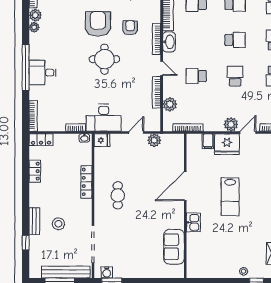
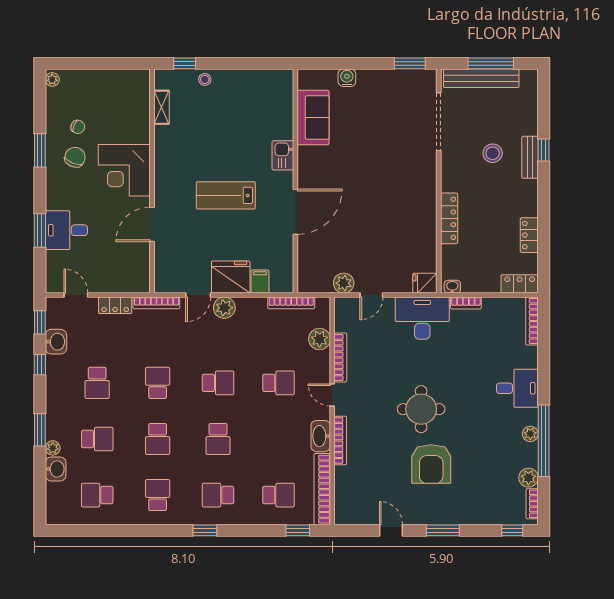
plant: (34, 27) -> (530, 434), moved
armchair: (130, 28) -> (381, 458), removed
school desk: (235, 40) -> (218, 439), turned -90
window: (26, 68) -> (544, 441), moved
school desk: (235, 76) -> (218, 383), turned -90
cafe table: (118, 195) -> (400, 197), removed
lab bench: (230, 197) -> (226, 195), turned -90
window: (26, 243) -> (544, 150), moved
water cooler: (107, 272) -> (347, 78), moved

